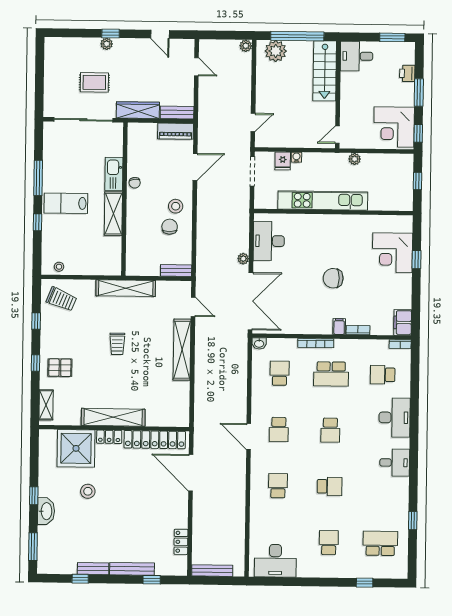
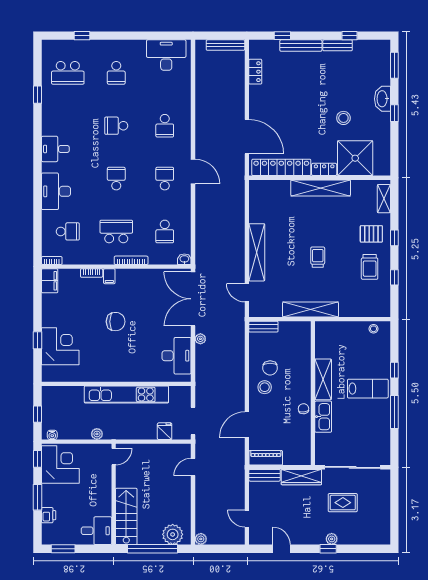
water cooler: (296, 157) -> (52, 435), moved
trolley: (61, 299) -> (370, 267), moved, turned -112

